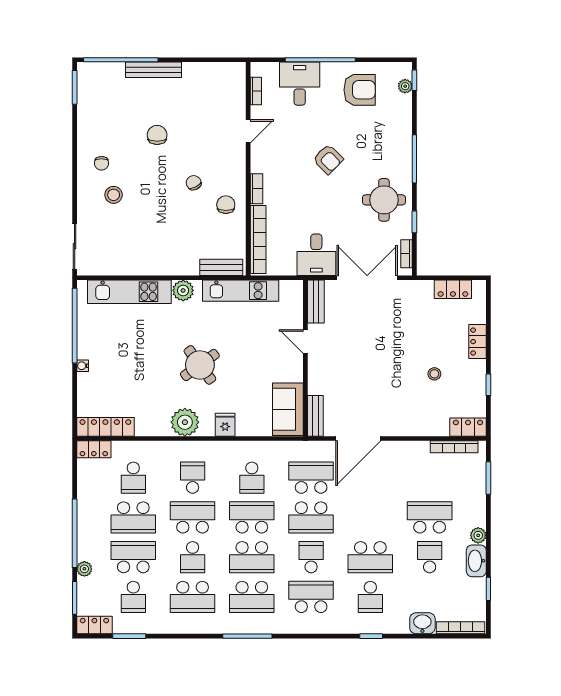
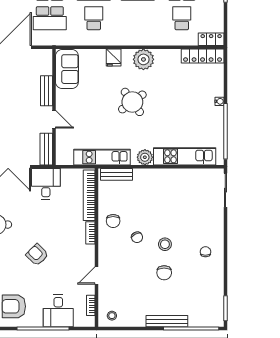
stool: (227, 77) -> (112, 316), added
stool: (114, 195) -> (165, 244), moved
bench: (315, 416) -> (47, 91), moved
school desk: (193, 478) -> (138, 18), removed

